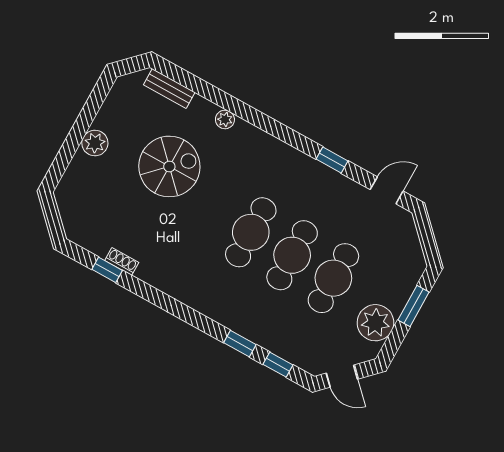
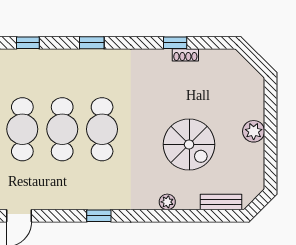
window: (332, 160) -> (99, 216), moved
spiral stairs: (169, 166) -> (189, 144), turned -90
window: (107, 270) -> (175, 43), moved
window: (240, 344) -> (92, 43), moved

